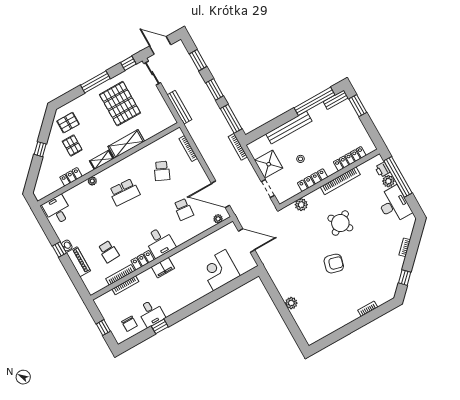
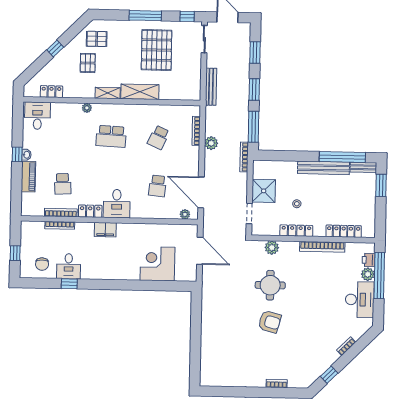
bench: (289, 128) -> (323, 168), moved
locker: (71, 177) -> (51, 92), moved
round table: (340, 223) -> (270, 285), moved, turned 33
plant: (291, 303) -> (211, 143), moved

